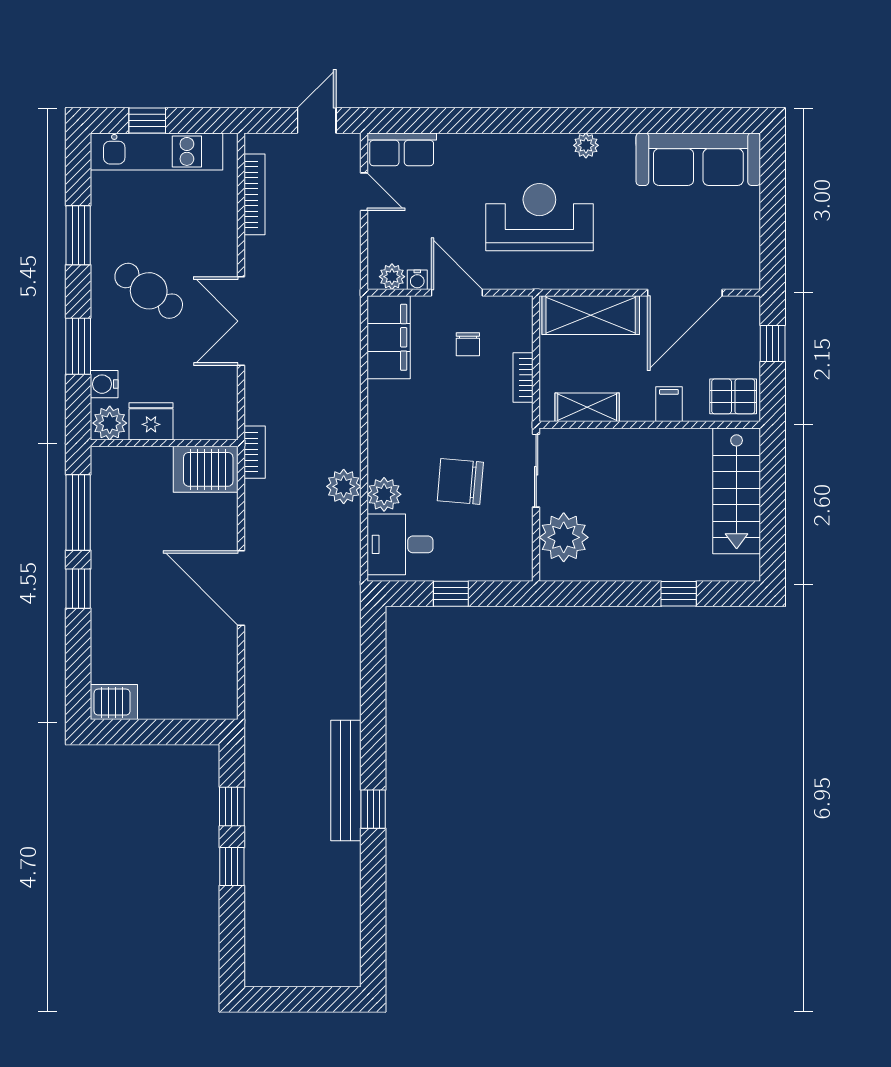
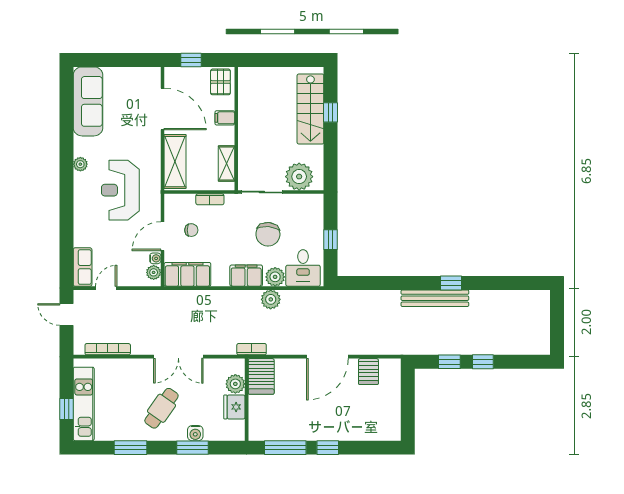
water cooler: (104, 384) -> (195, 433), moved
plant: (110, 423) -> (235, 384), moved
filing cabinet: (386, 442) -> (246, 276), added
stairs: (737, 491) -> (310, 109), moved, turned 90
server rack: (114, 702) -> (368, 372), moved, turned 180

